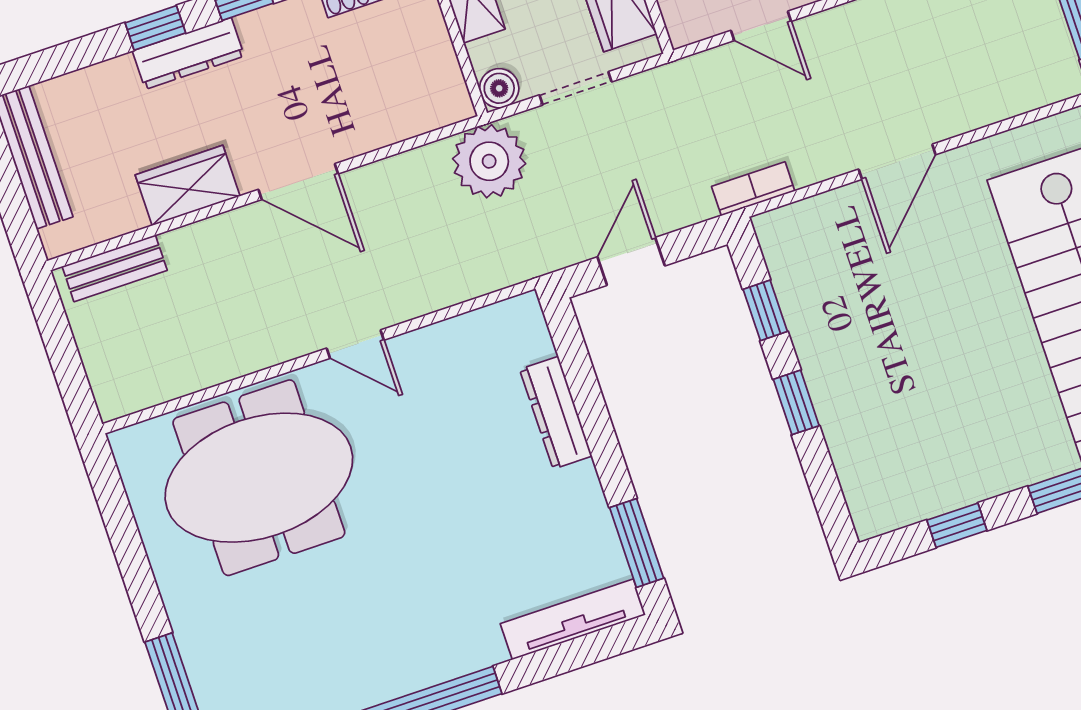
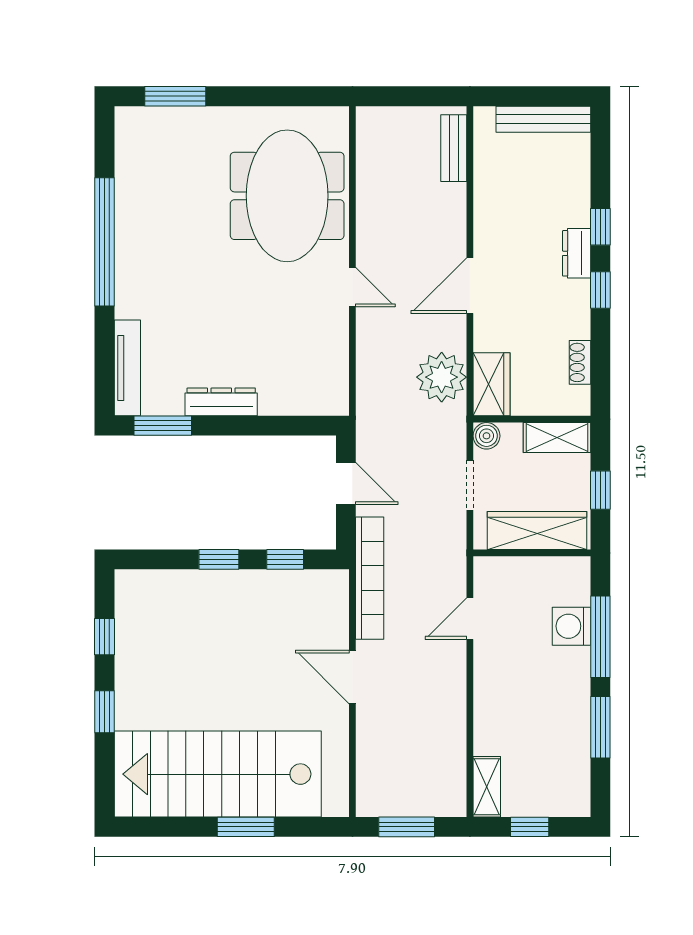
dresser: (188, 54) -> (577, 253), width x0.70
plant: (489, 161) -> (442, 377), moved
wardrobe: (188, 185) -> (491, 384), moved
bookcase: (753, 189) -> (370, 578), width x2.31, depth x1.31
door: (355, 344) -> (352, 287), swing flipped
dresser: (556, 413) -> (221, 402), moved

